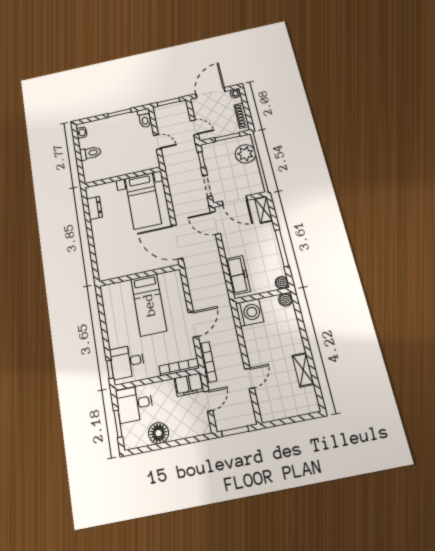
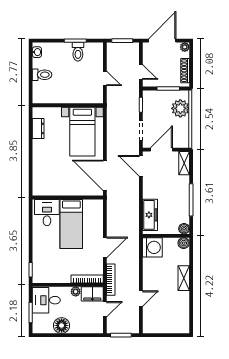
toilet: (145, 118) -> (78, 52), moved
door: (235, 201) -> (161, 150), swing flipped
desk: (127, 362) -> (47, 213), moved, turned 90
shelving: (303, 370) -> (184, 278), moved
plant: (168, 386) -> (76, 292), added

